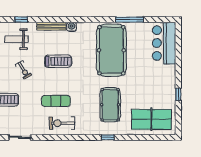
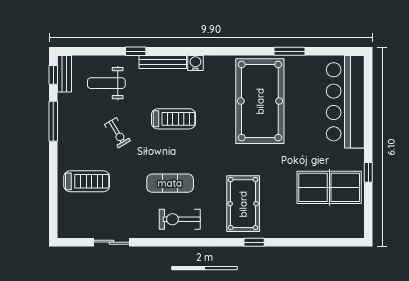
window: (21, 20) -> (136, 51), moved
window: (130, 20) -> (290, 51), width x0.69
bar counter: (164, 43) -> (345, 102), width x1.36
pool table: (110, 105) -> (243, 204), moved
table tennis table: (151, 119) -> (329, 187), moved

